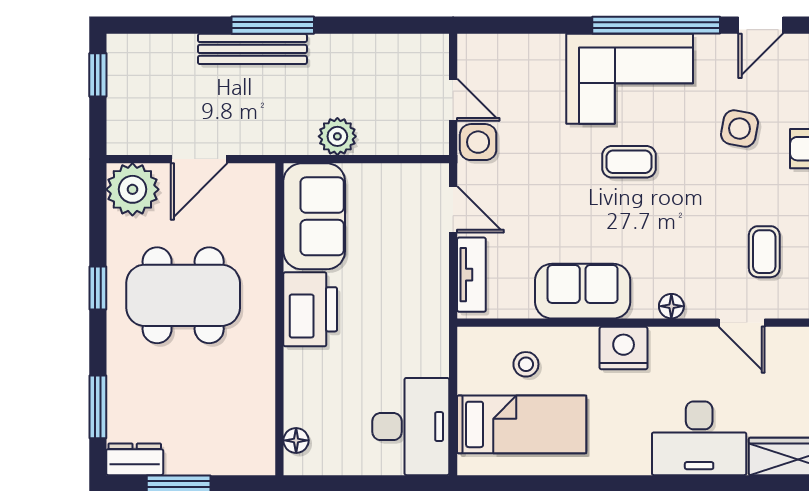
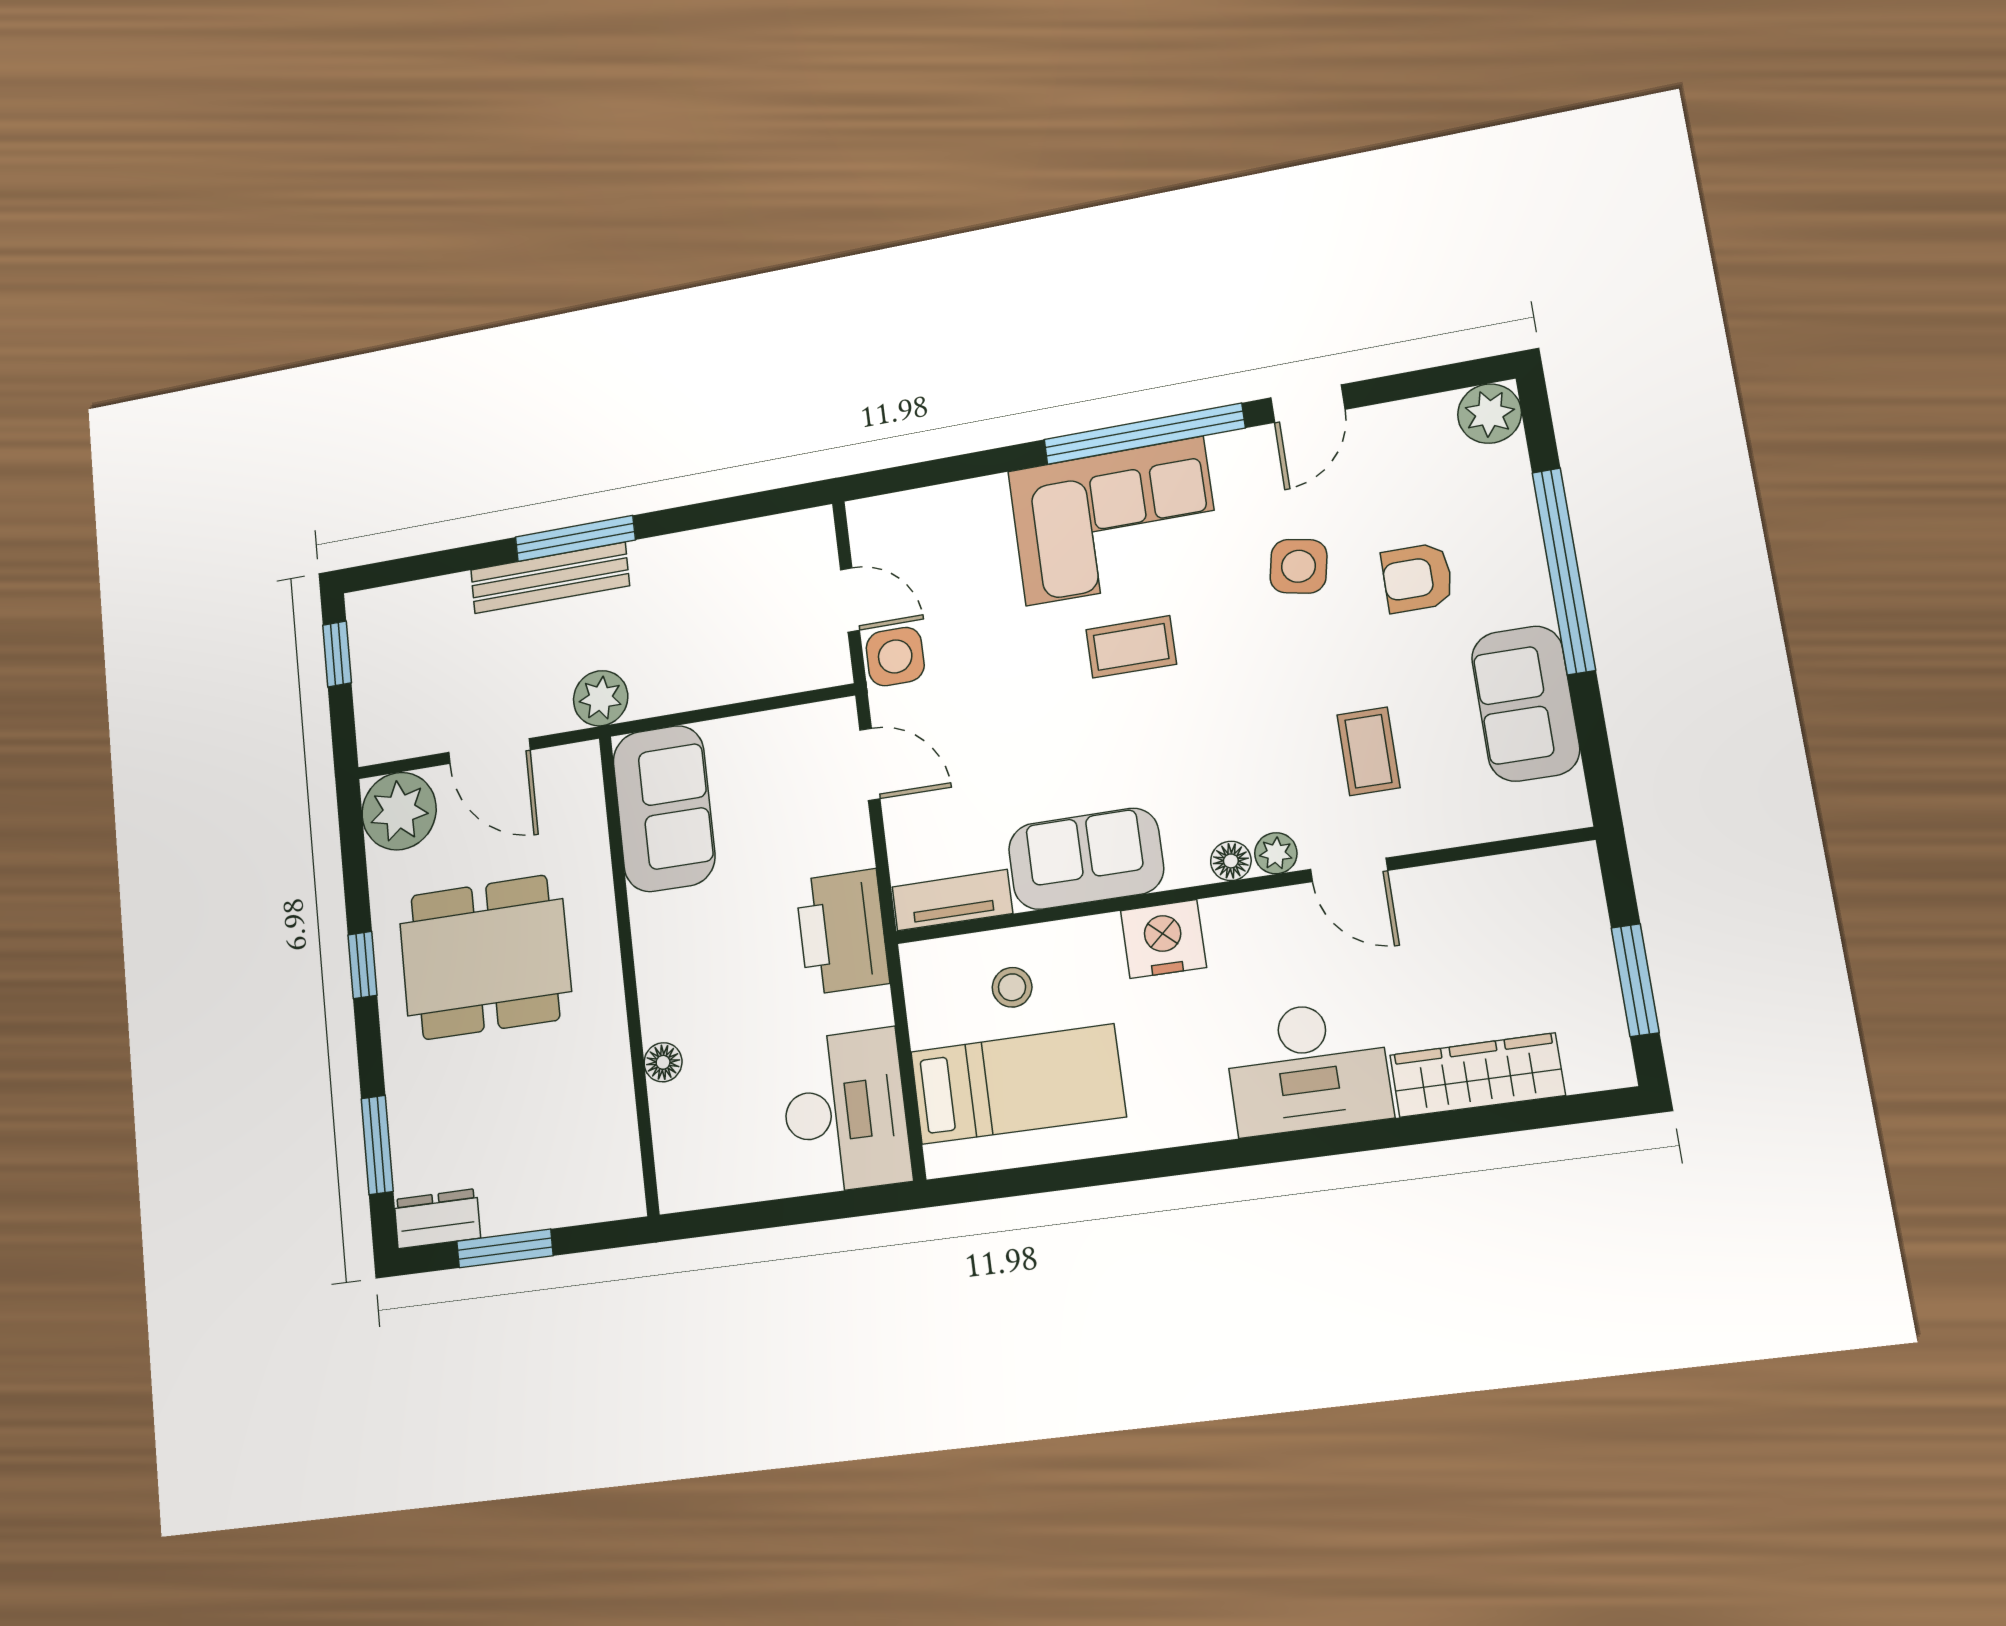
plant: (337, 136) -> (601, 698), moved
door: (199, 159) -> (489, 751), hinge flipped
tv unit: (471, 275) -> (952, 900), moved, turned -90
plant: (699, 306) -> (1276, 853), added
printer: (310, 309) -> (842, 932), moved, turned 180
floor lamp: (296, 440) -> (663, 1062), moved

